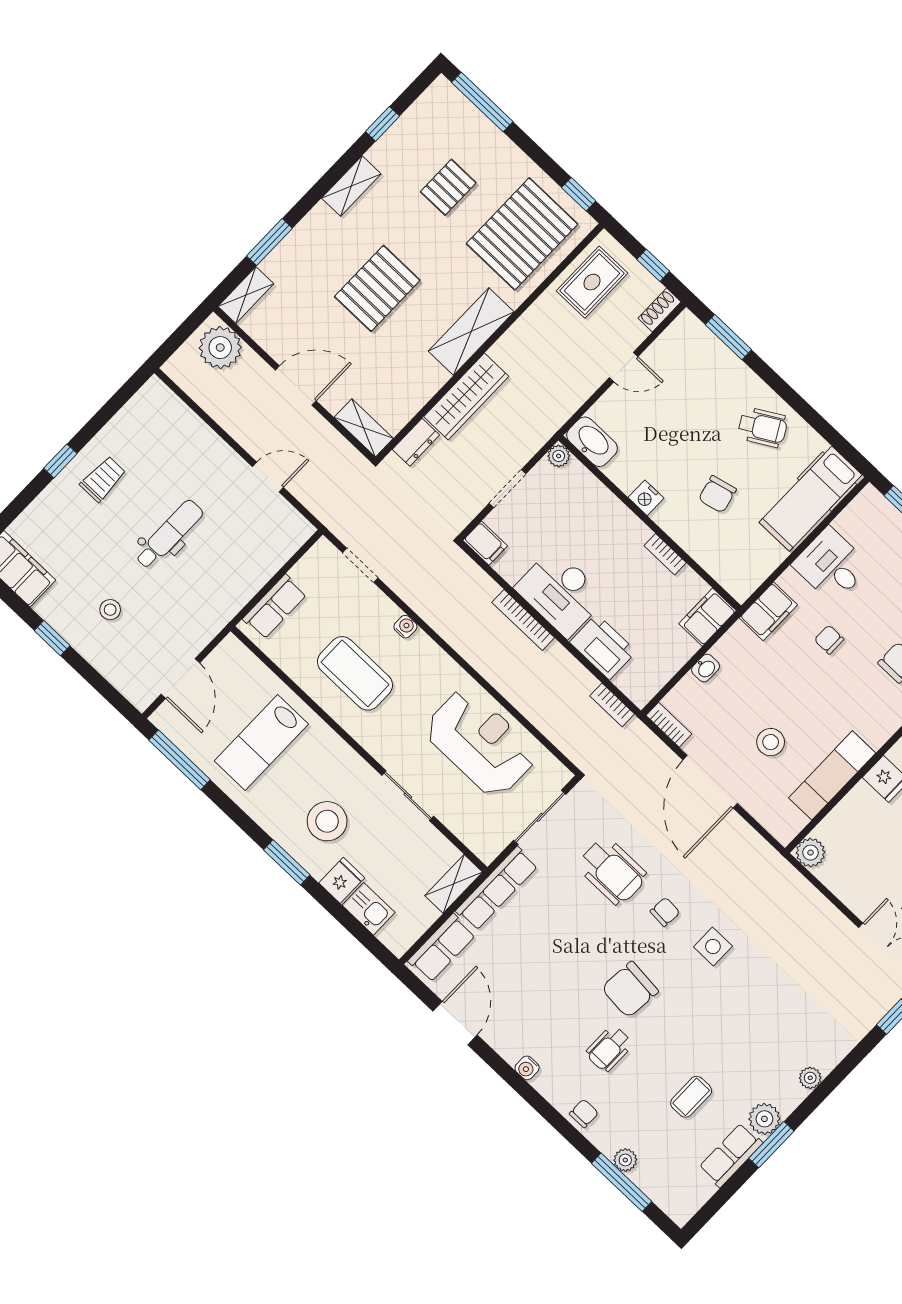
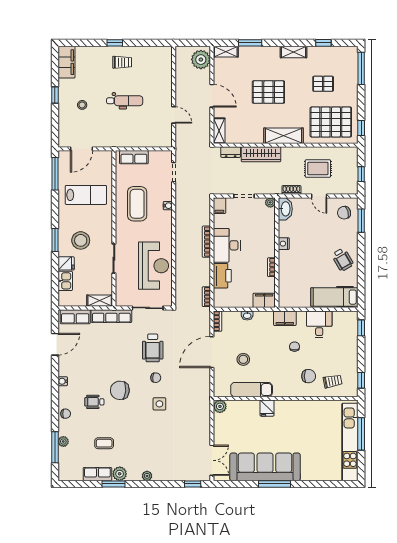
rug: (592, 282) -> (318, 169), moved
shoe rack: (659, 310) -> (291, 190), moved
chair: (717, 494) -> (344, 213), moved
lab bench: (261, 743) -> (86, 195), turned 180

